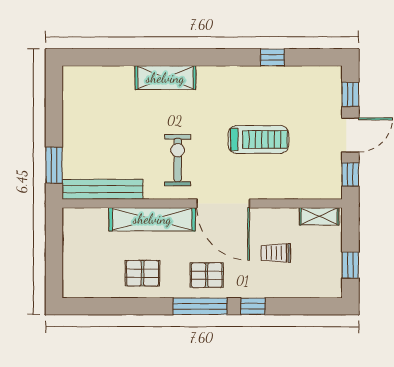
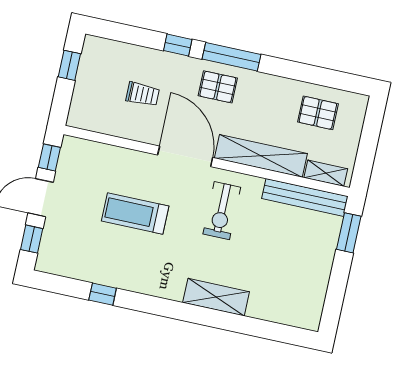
shelving: (319, 216) -> (326, 173), moved
pallet: (142, 273) -> (318, 113), moved

